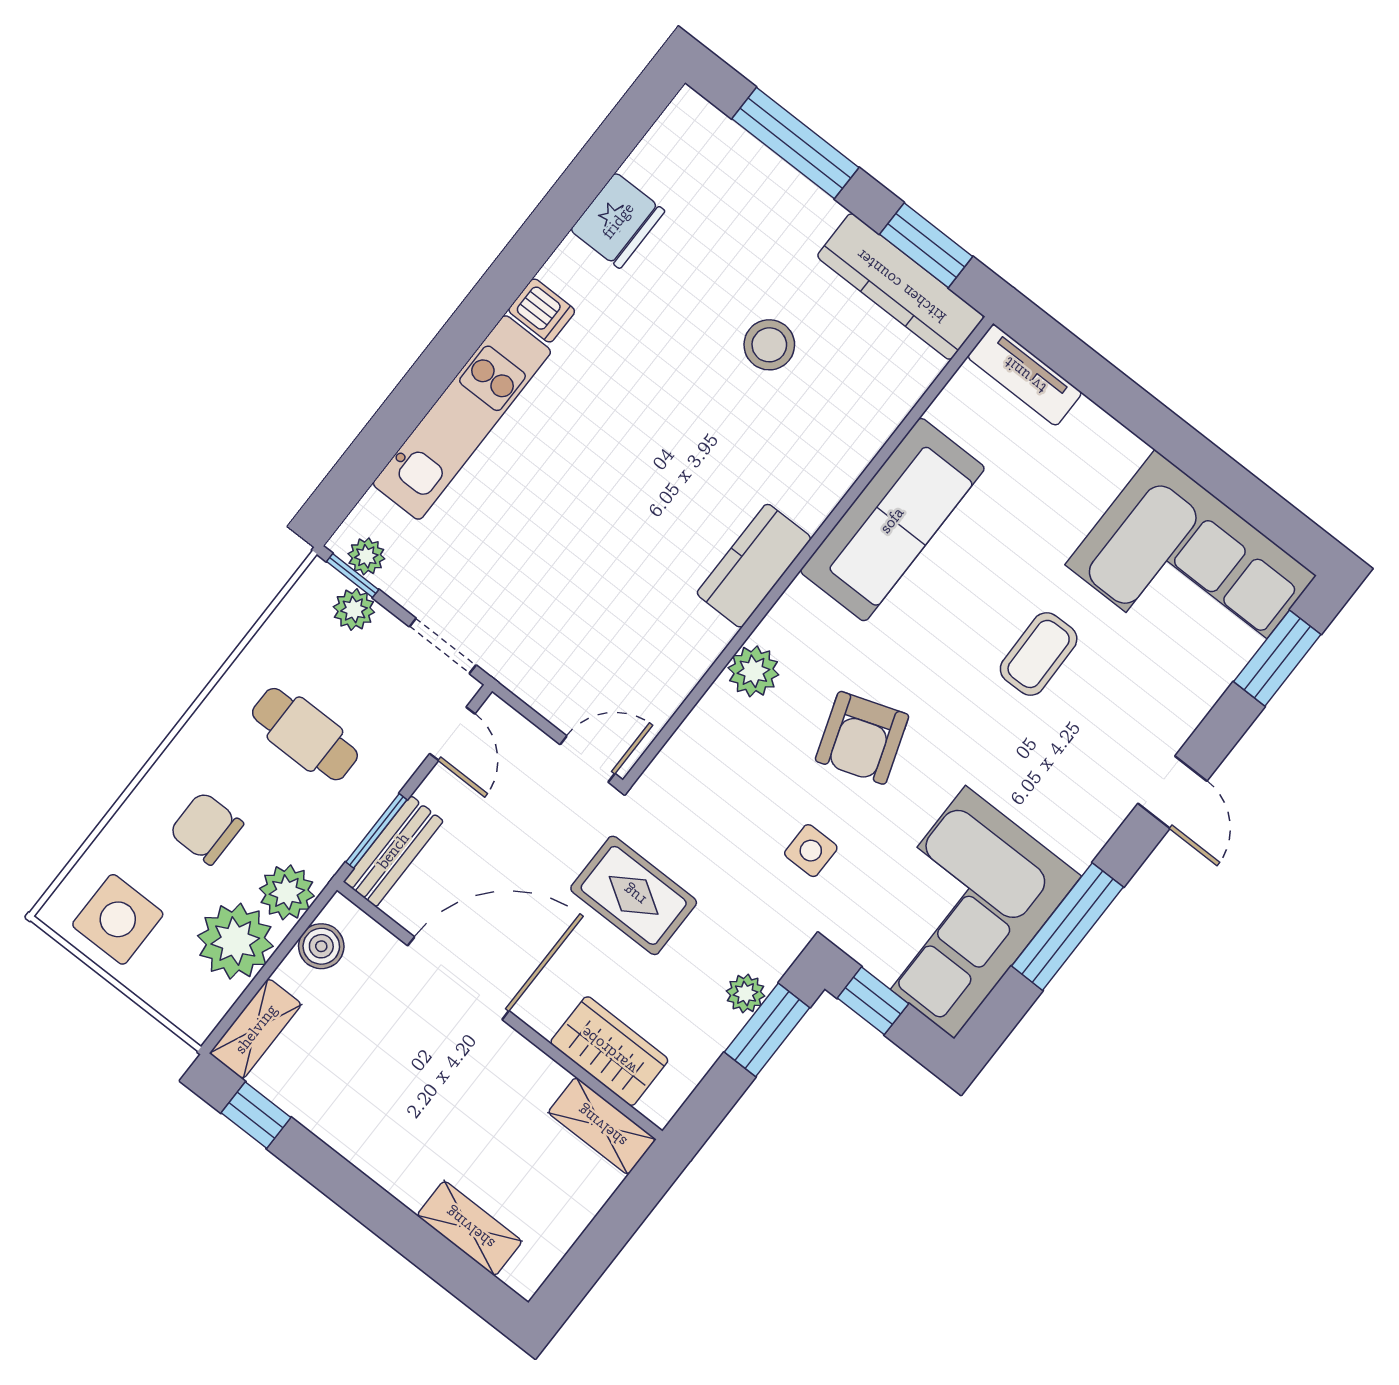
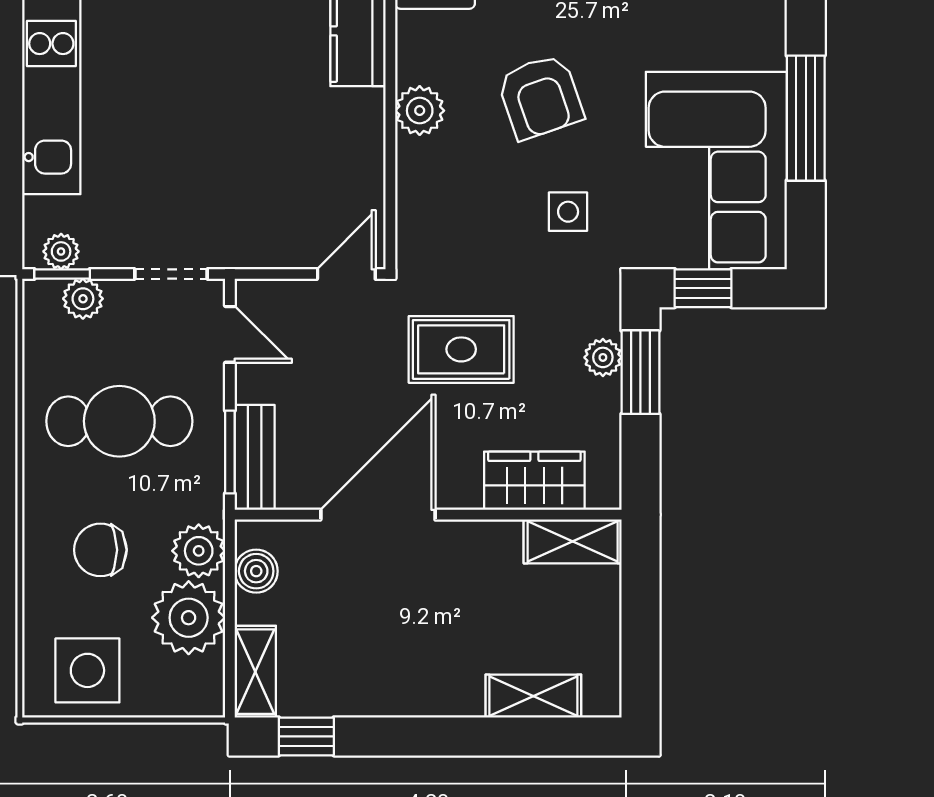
cafe table: (305, 734) -> (119, 421), width x1.37, depth x1.35

